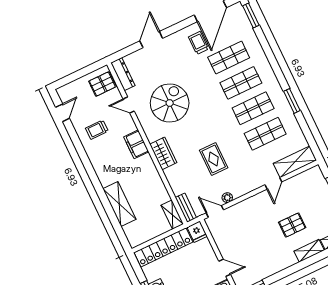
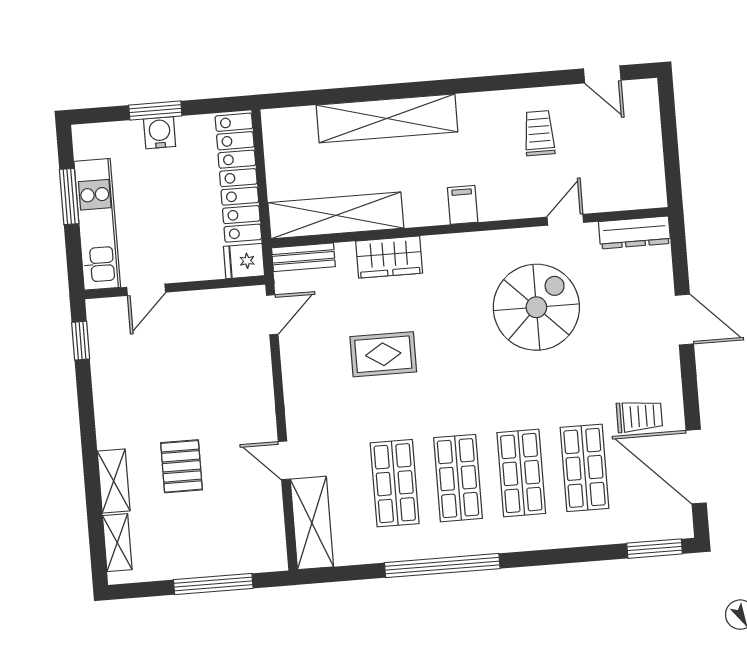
pallet: (102, 84) -> (630, 182), removed
window: (292, 101) -> (442, 566), width x2.11
spiral stairs: (170, 103) -> (536, 307), turned -90
filing cabinet: (136, 144) -> (463, 205), width x0.50
wardrobe: (163, 153) -> (389, 257), moved
plant: (227, 198) -> (291, 352), removed
shelving: (119, 204) -> (387, 118), width x1.47
shelving: (172, 215) -> (336, 215), width x2.20, depth x1.33

